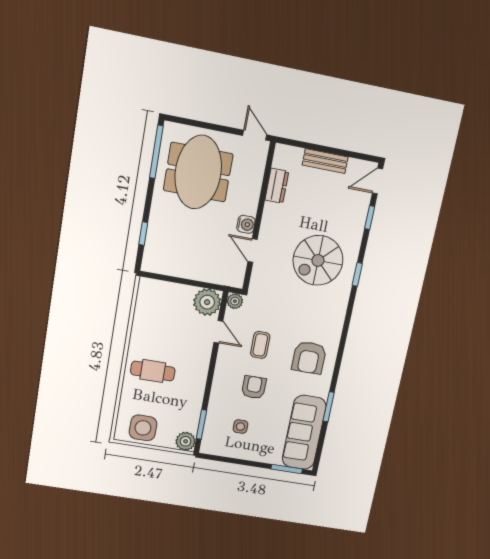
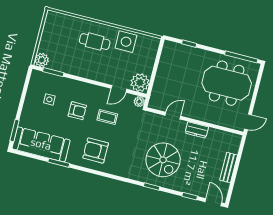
dresser: (277, 186) -> (197, 130), moved
water cooler: (246, 224) -> (191, 112), removed
spiral stairs: (318, 260) -> (163, 160), turned 180
cafe table: (153, 371) -> (95, 42), turned 90
side table: (143, 428) -> (126, 42), moved

